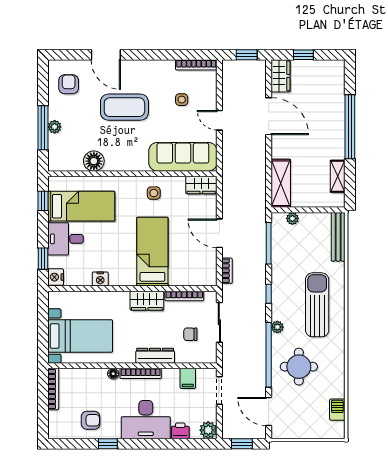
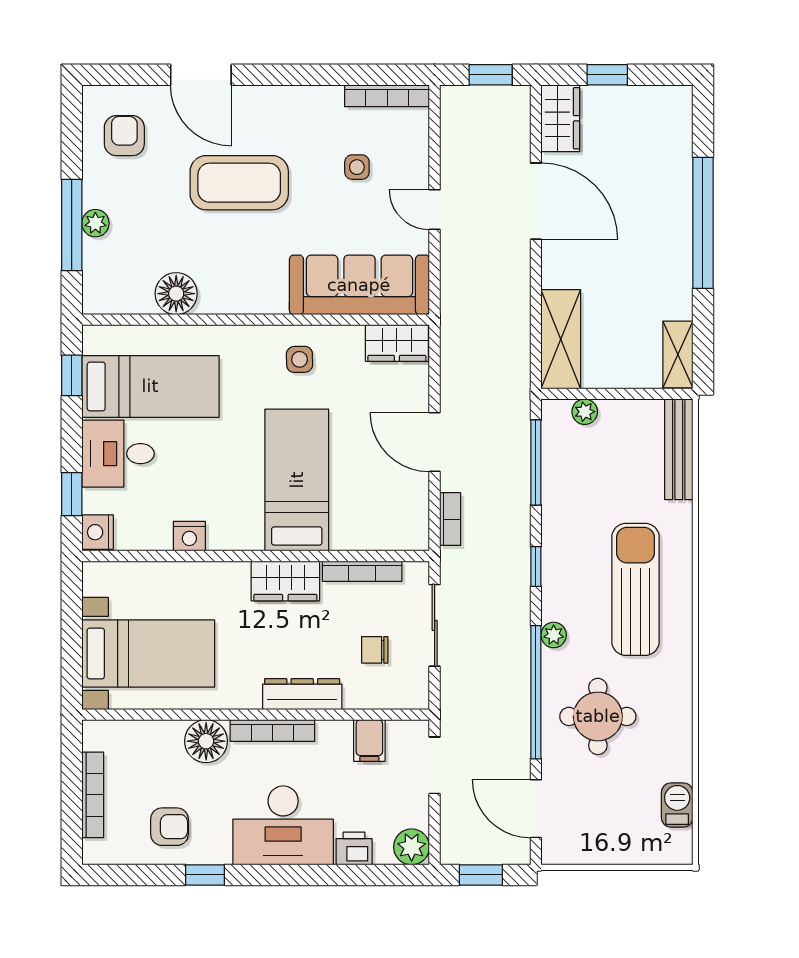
shelving: (338, 176) -> (678, 355), moved
floor lamp: (113, 374) -> (206, 741), width x1.89, depth x1.89
bookcase: (53, 389) -> (93, 795), moved

